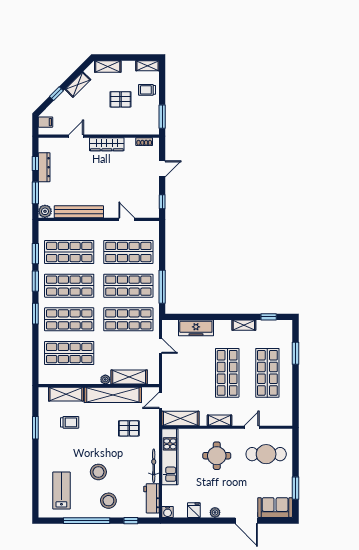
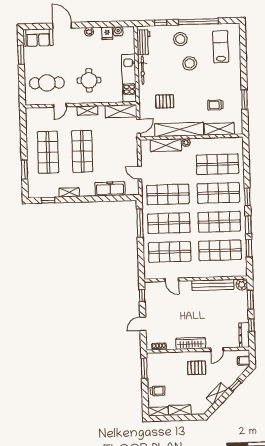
shelving: (108, 66) -> (180, 410), moved
pallet: (120, 99) -> (197, 368), moved
dresser: (44, 167) -> (244, 335), moved
lab bench: (61, 491) -> (221, 47), turned 180
water cooler: (168, 512) -> (118, 31), moved

